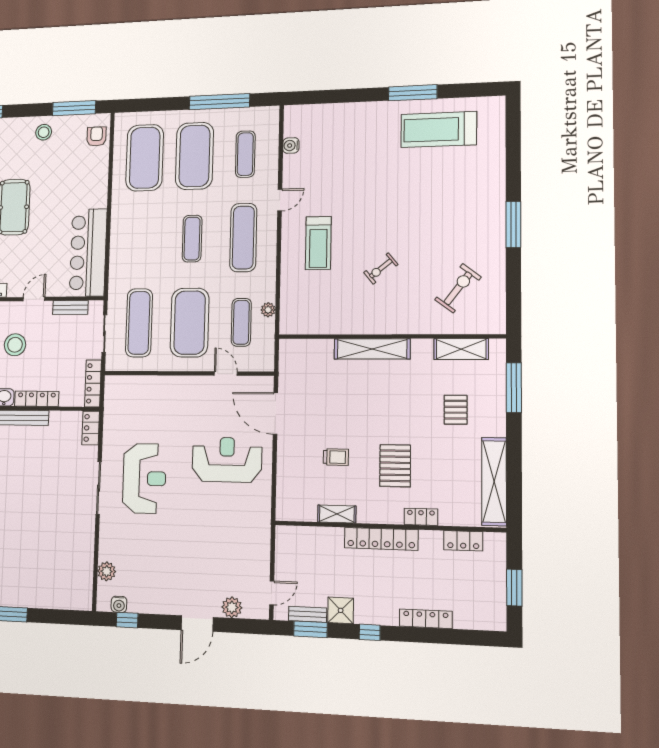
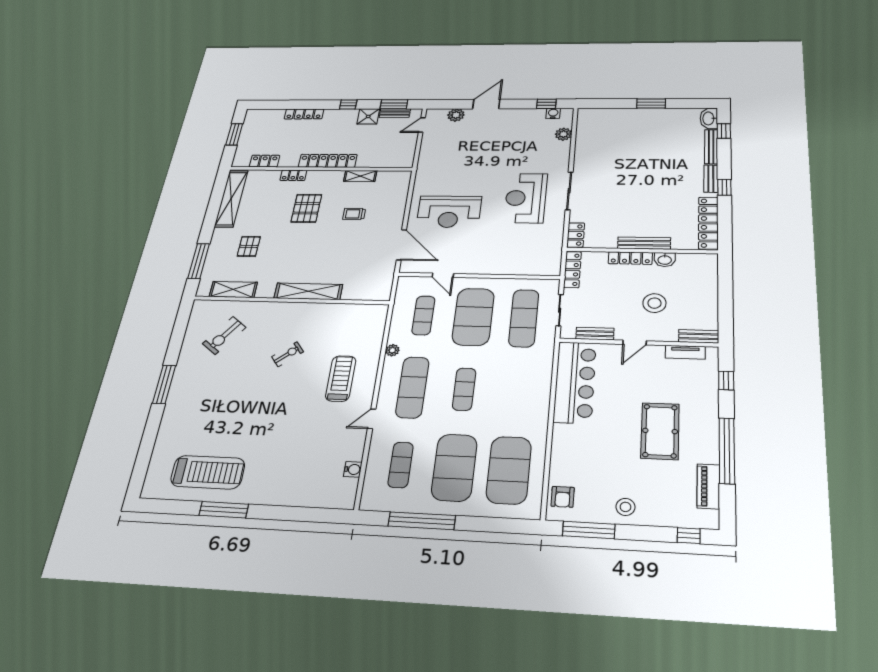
plant: (268, 310) -> (392, 350), moved

